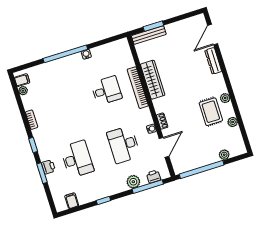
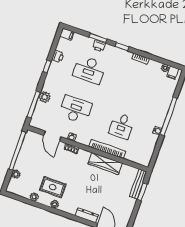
printer: (153, 176) -> (58, 56), moved
filing cabinet: (72, 201) -> (67, 34), moved

